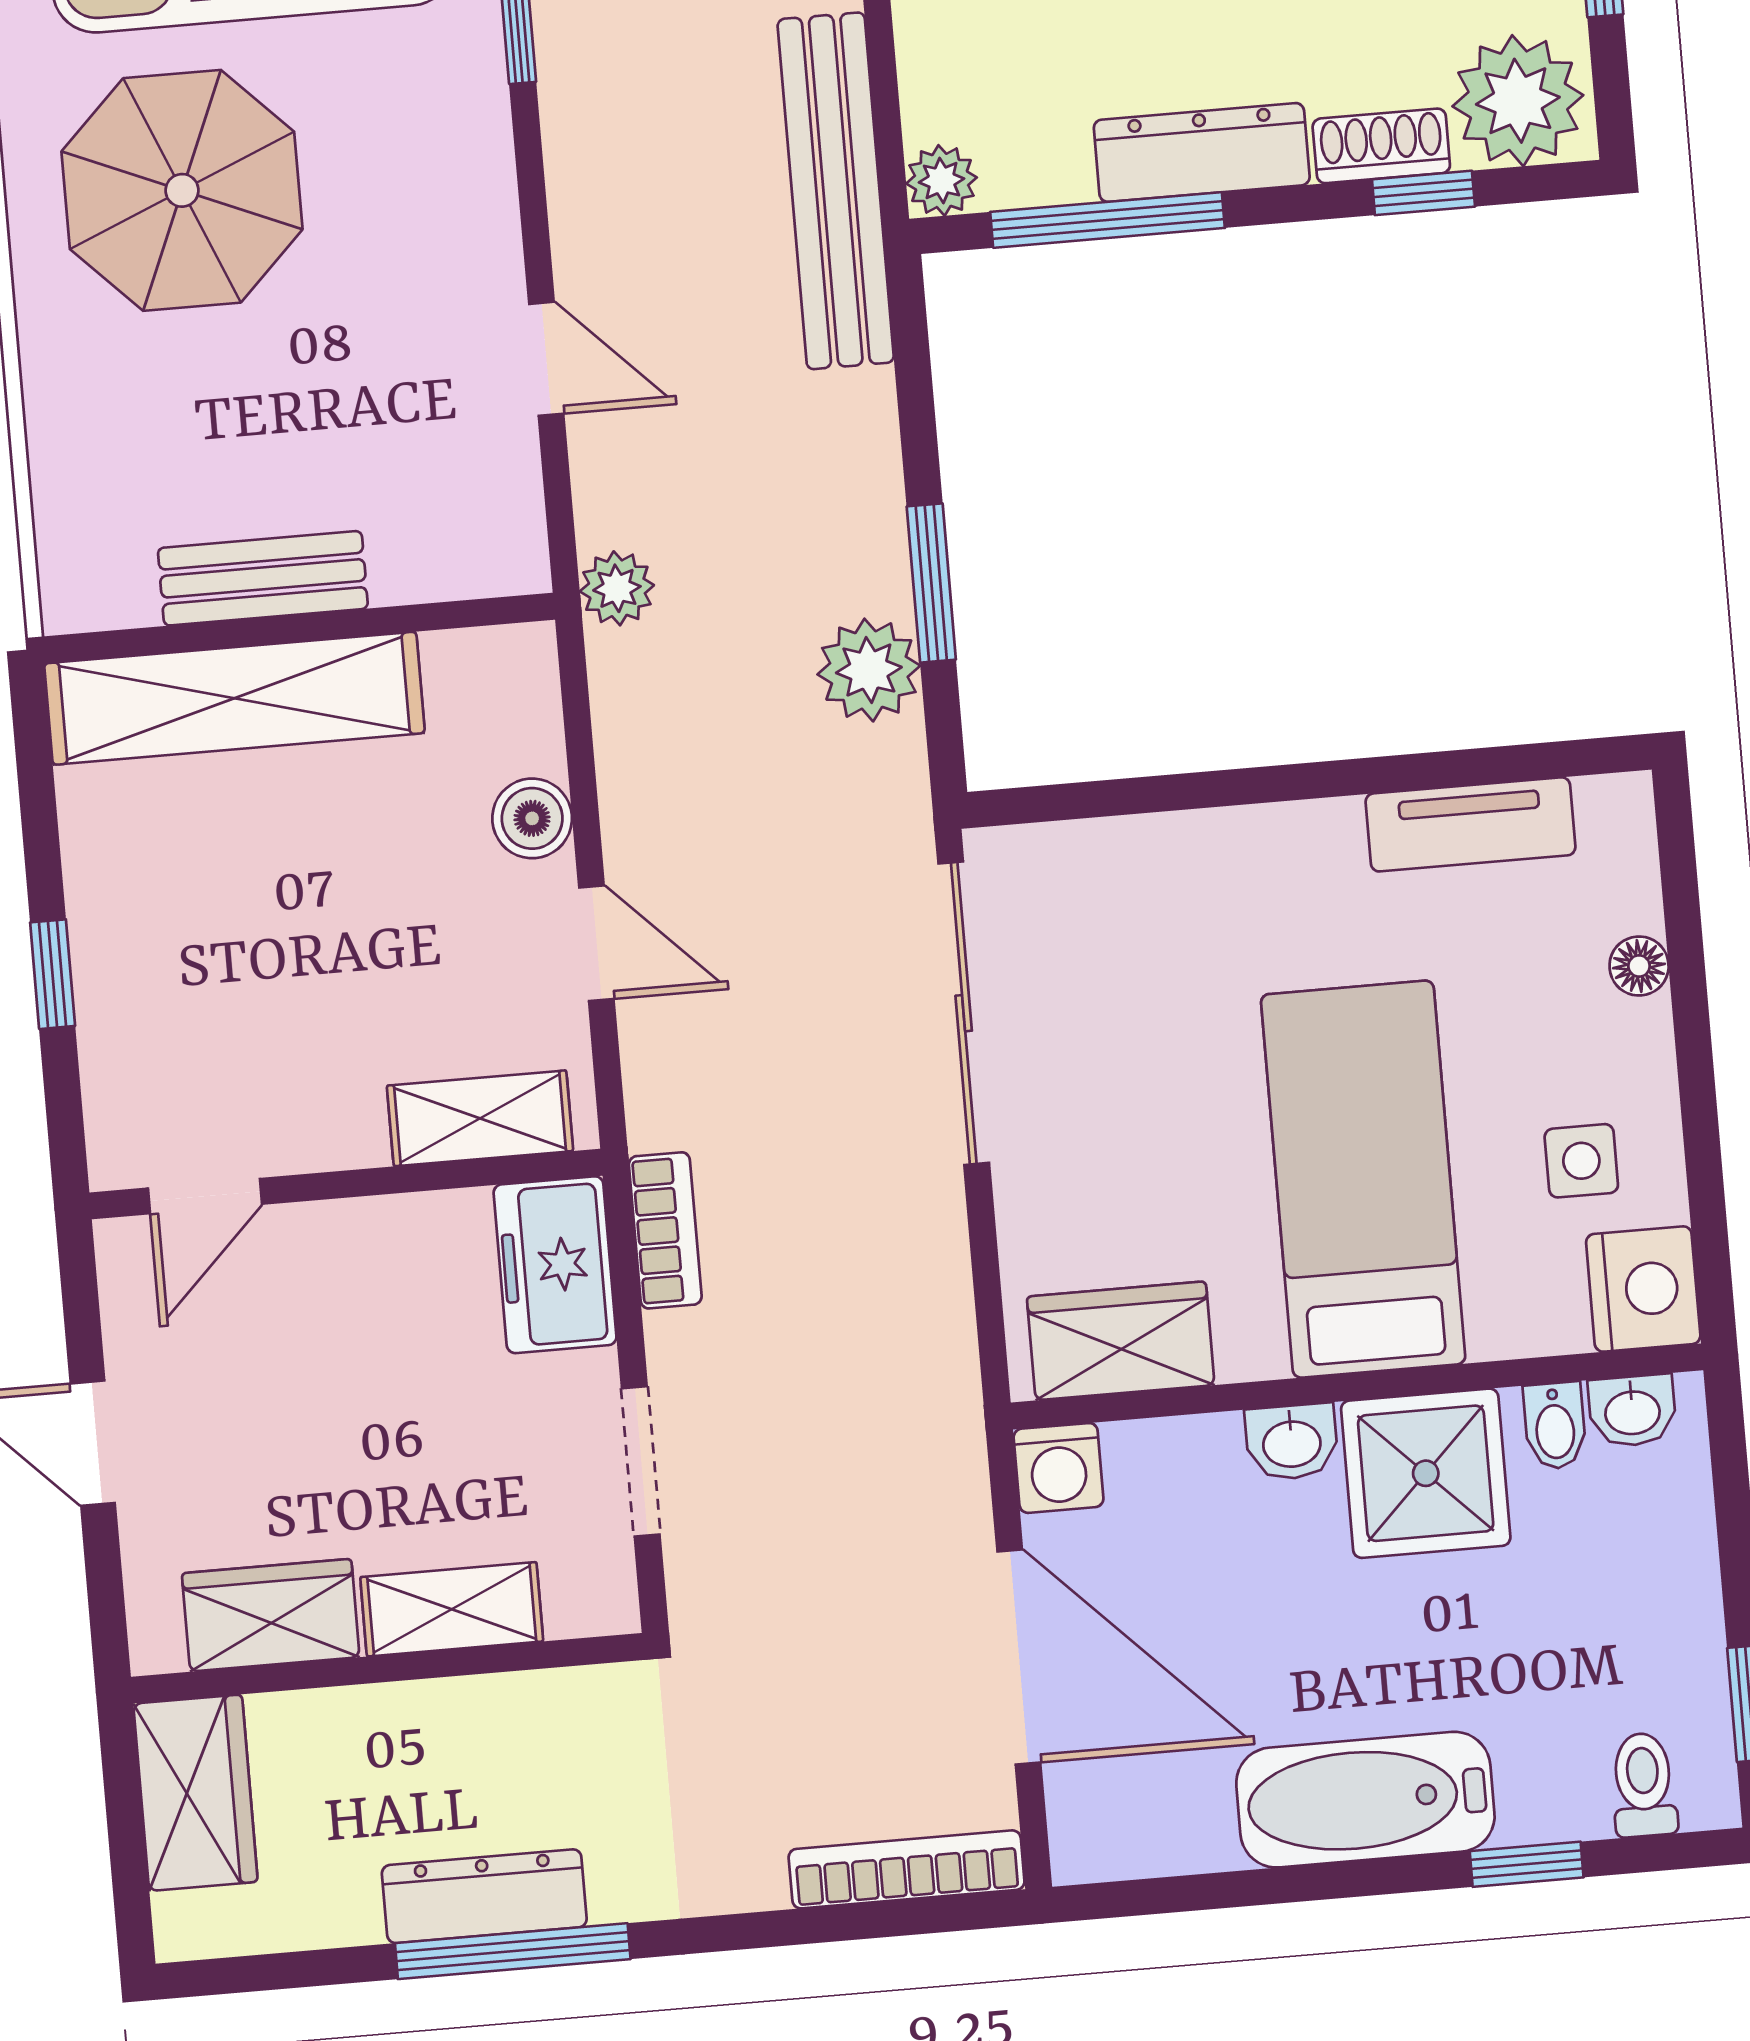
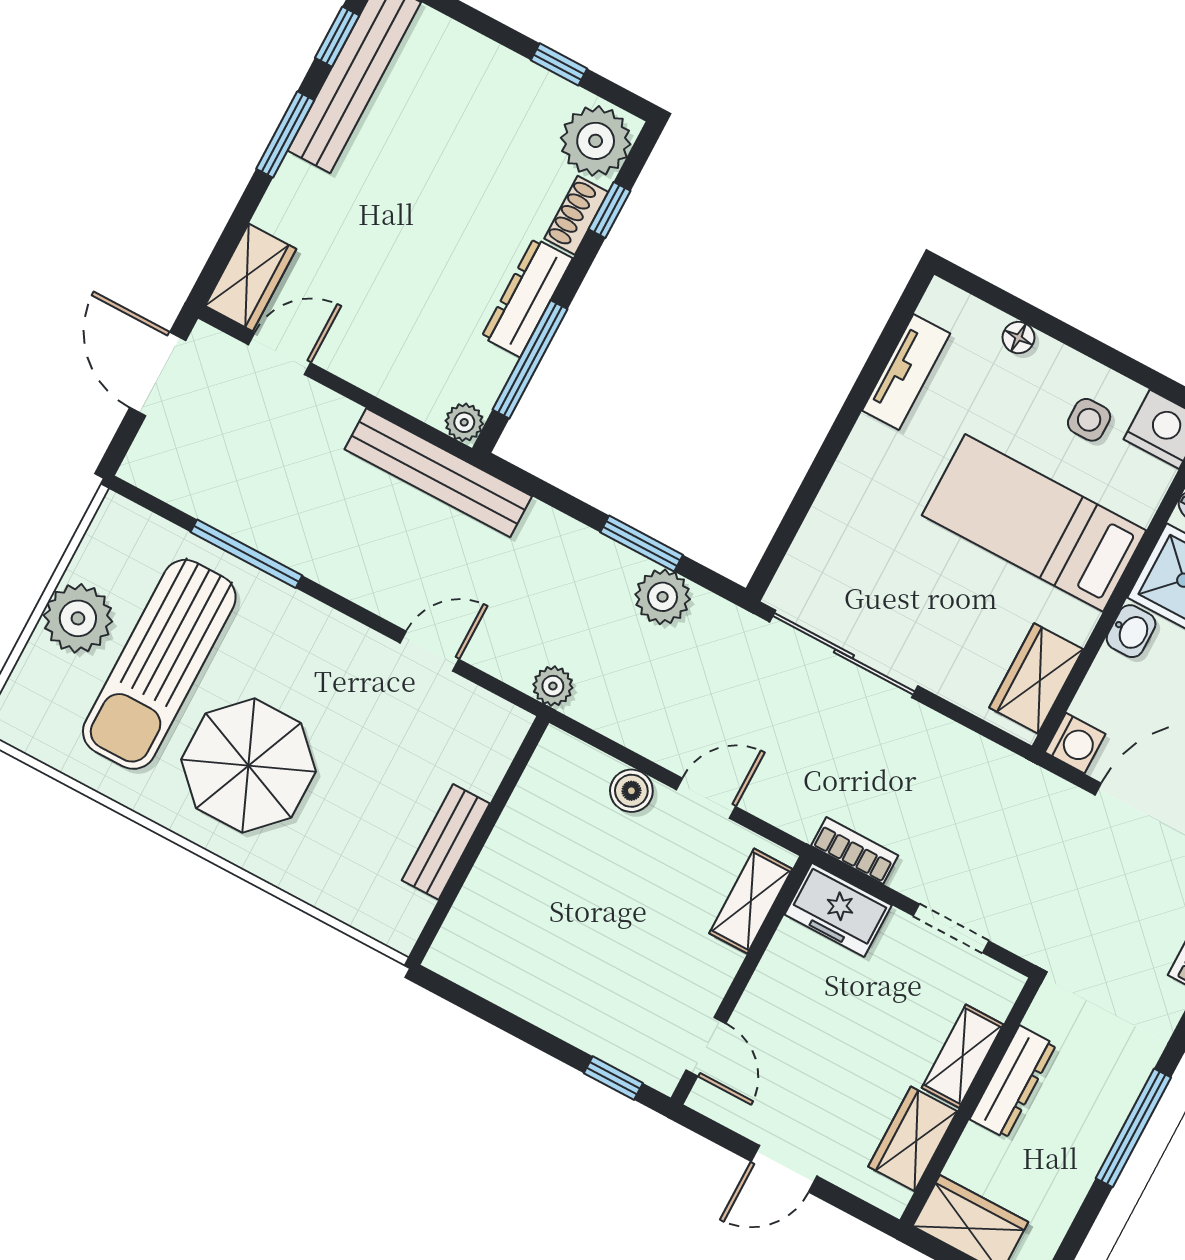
shelving: (234, 698) -> (491, 889), removed
window: (53, 974) -> (613, 1078), moved
dresser: (484, 1896) -> (1013, 1082), moved, turned 180

